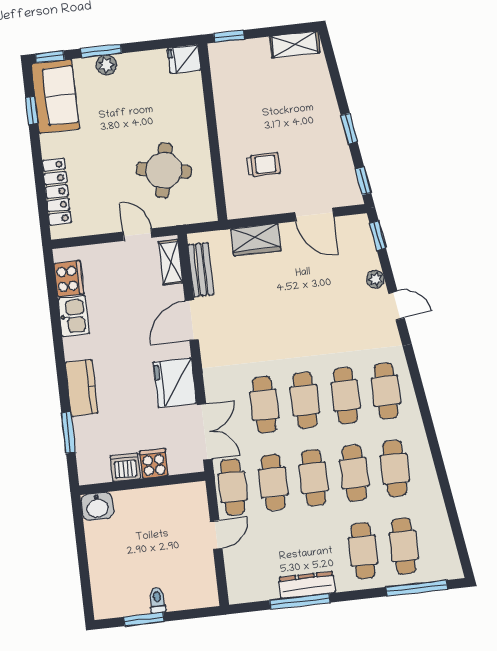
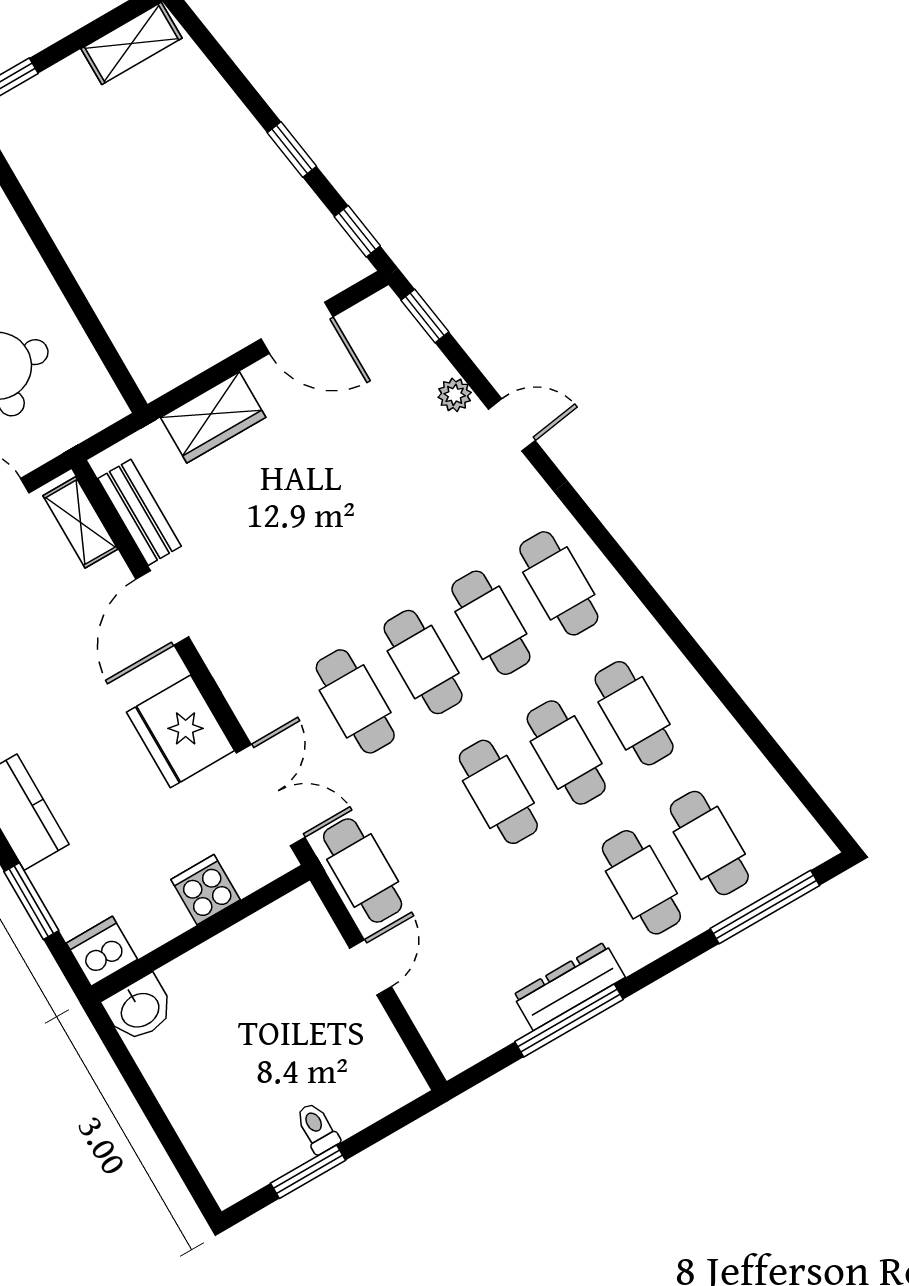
trolley: (263, 165) -> (168, 279), removed
dishwasher: (125, 467) -> (102, 951), moved
cafe table: (273, 482) -> (430, 831), removed

